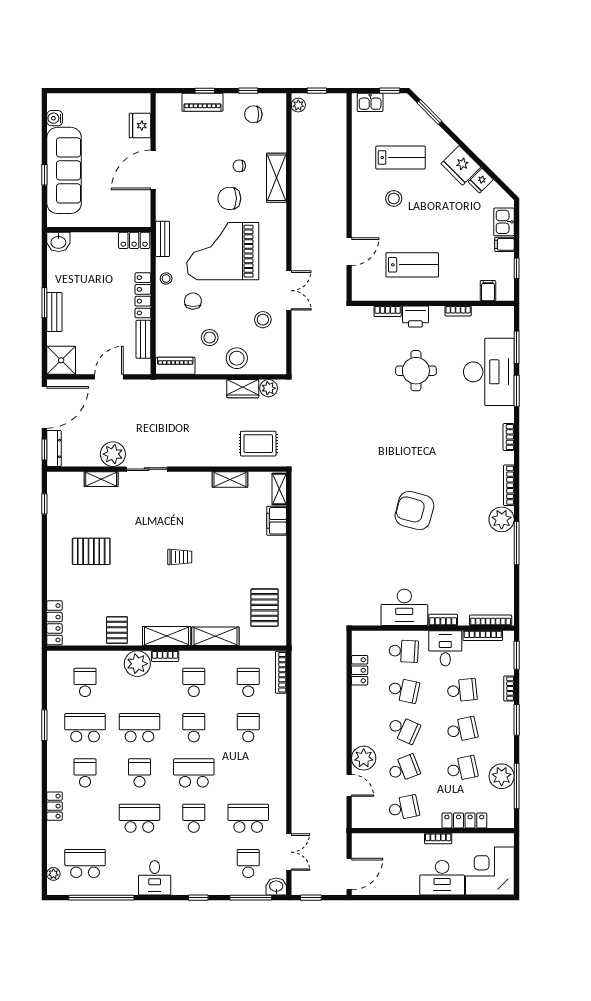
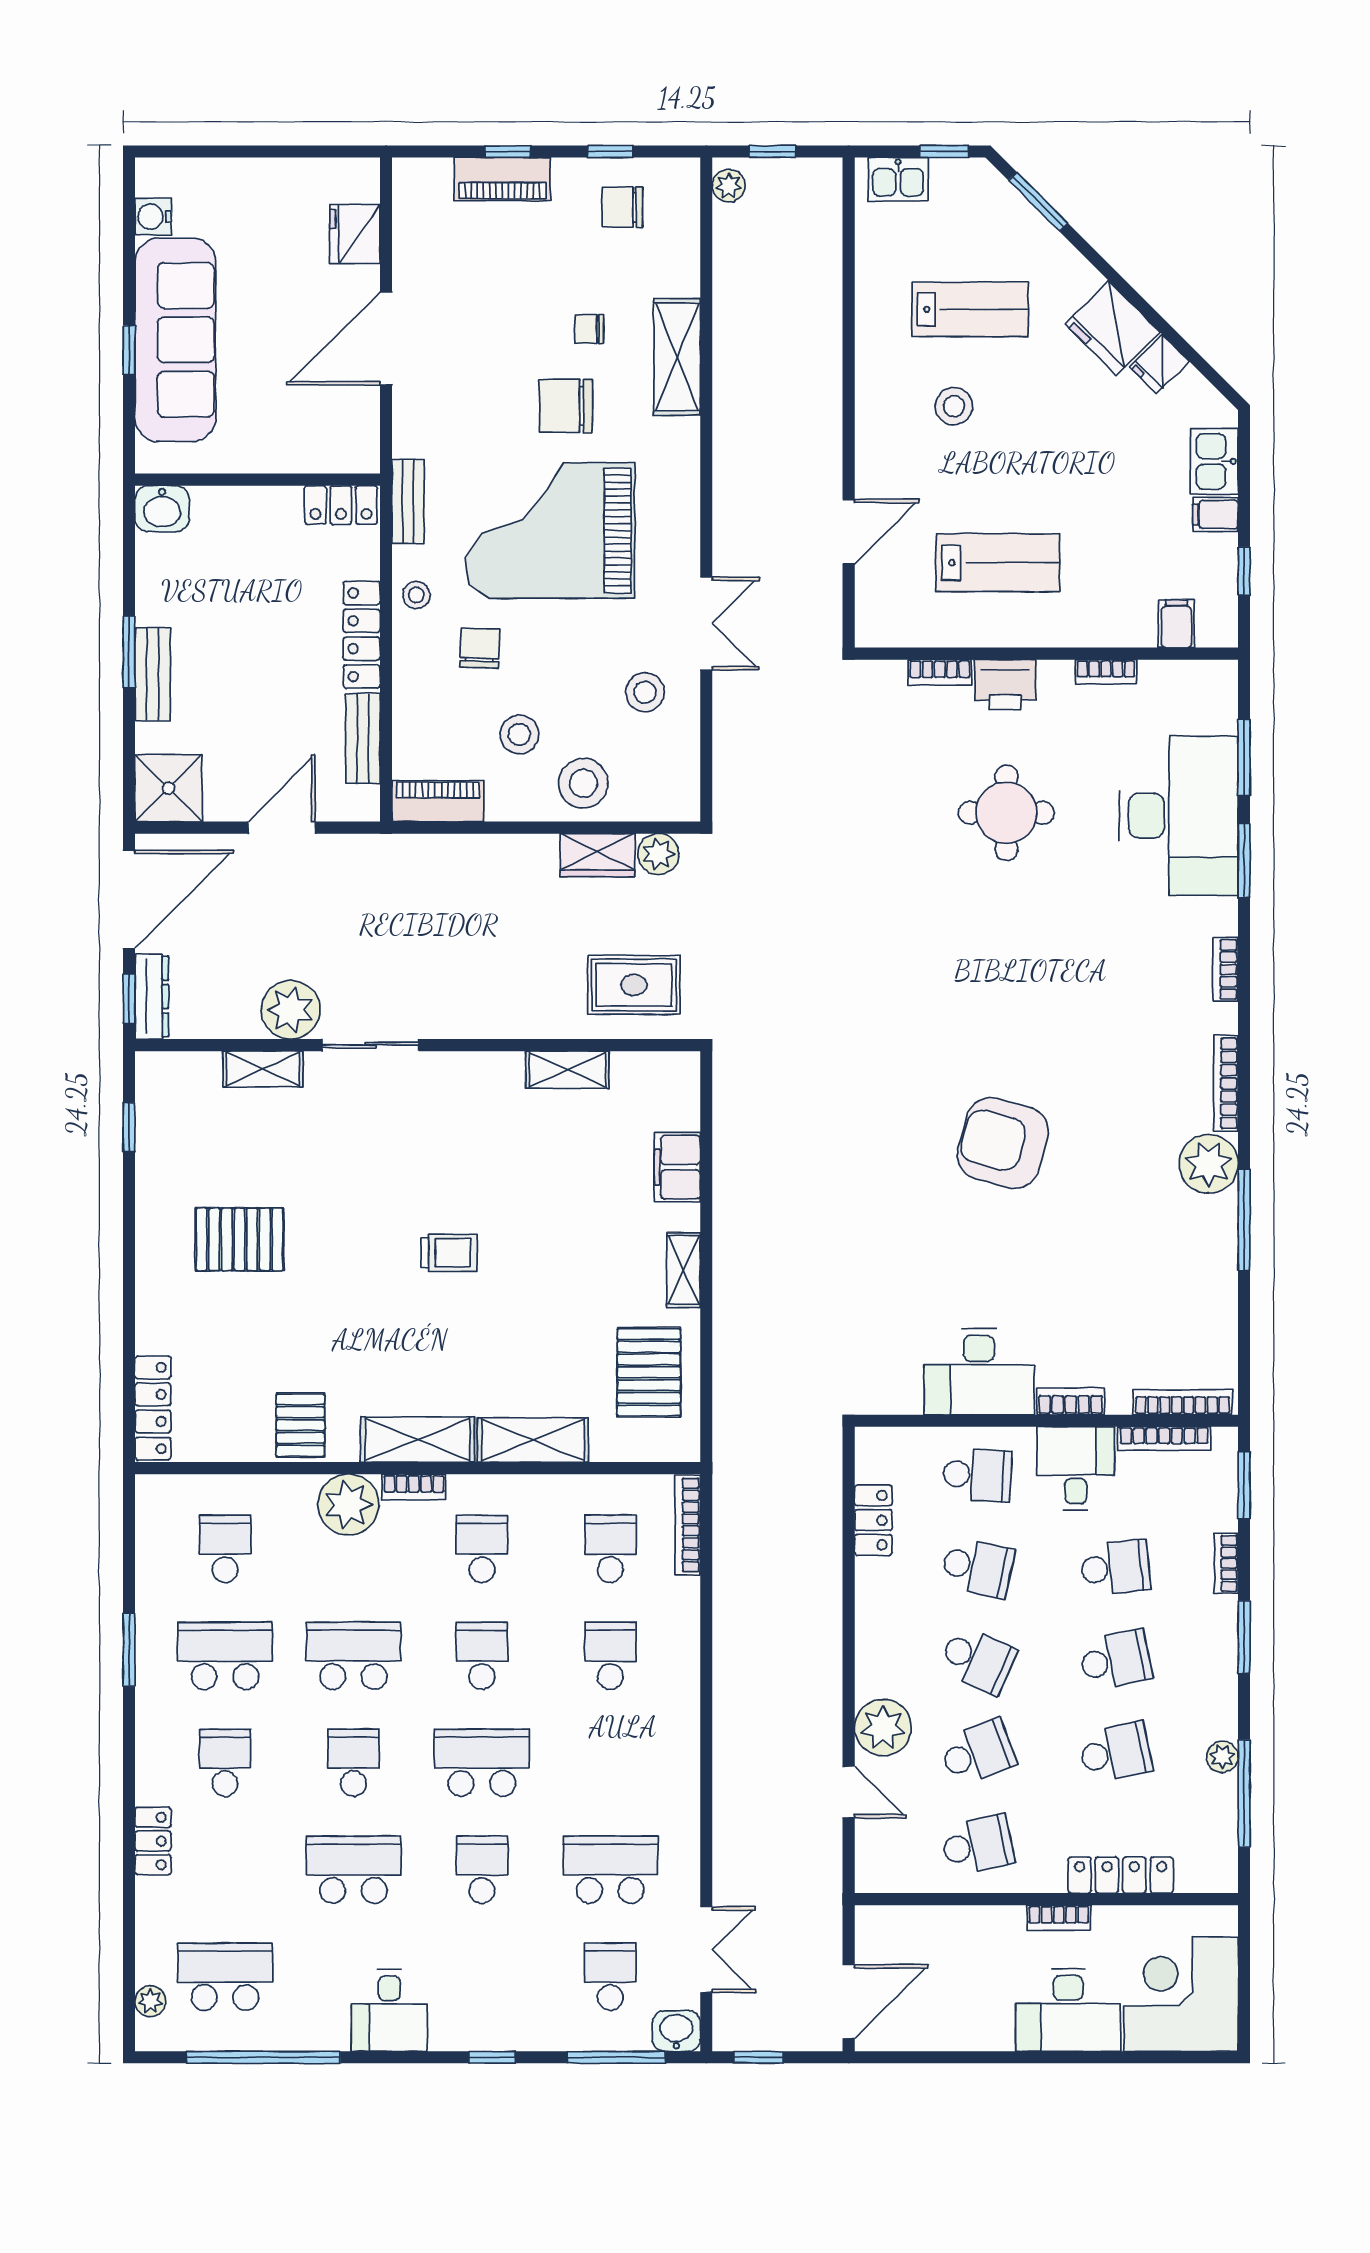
shelving: (279, 489) -> (684, 1270), moved
plant: (502, 776) -> (1222, 1757), width x0.53, depth x0.53

